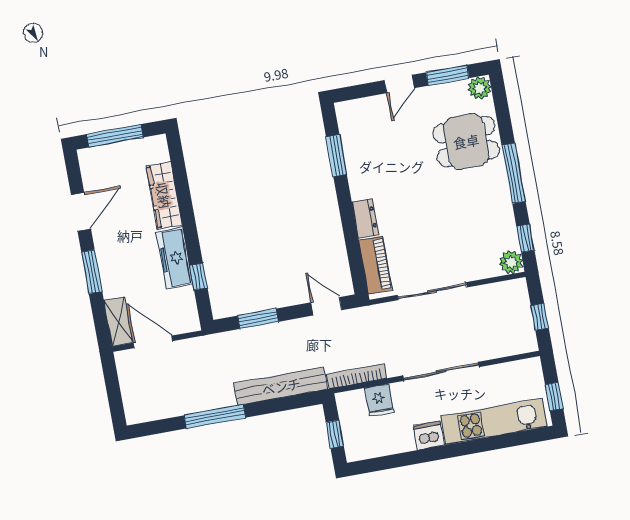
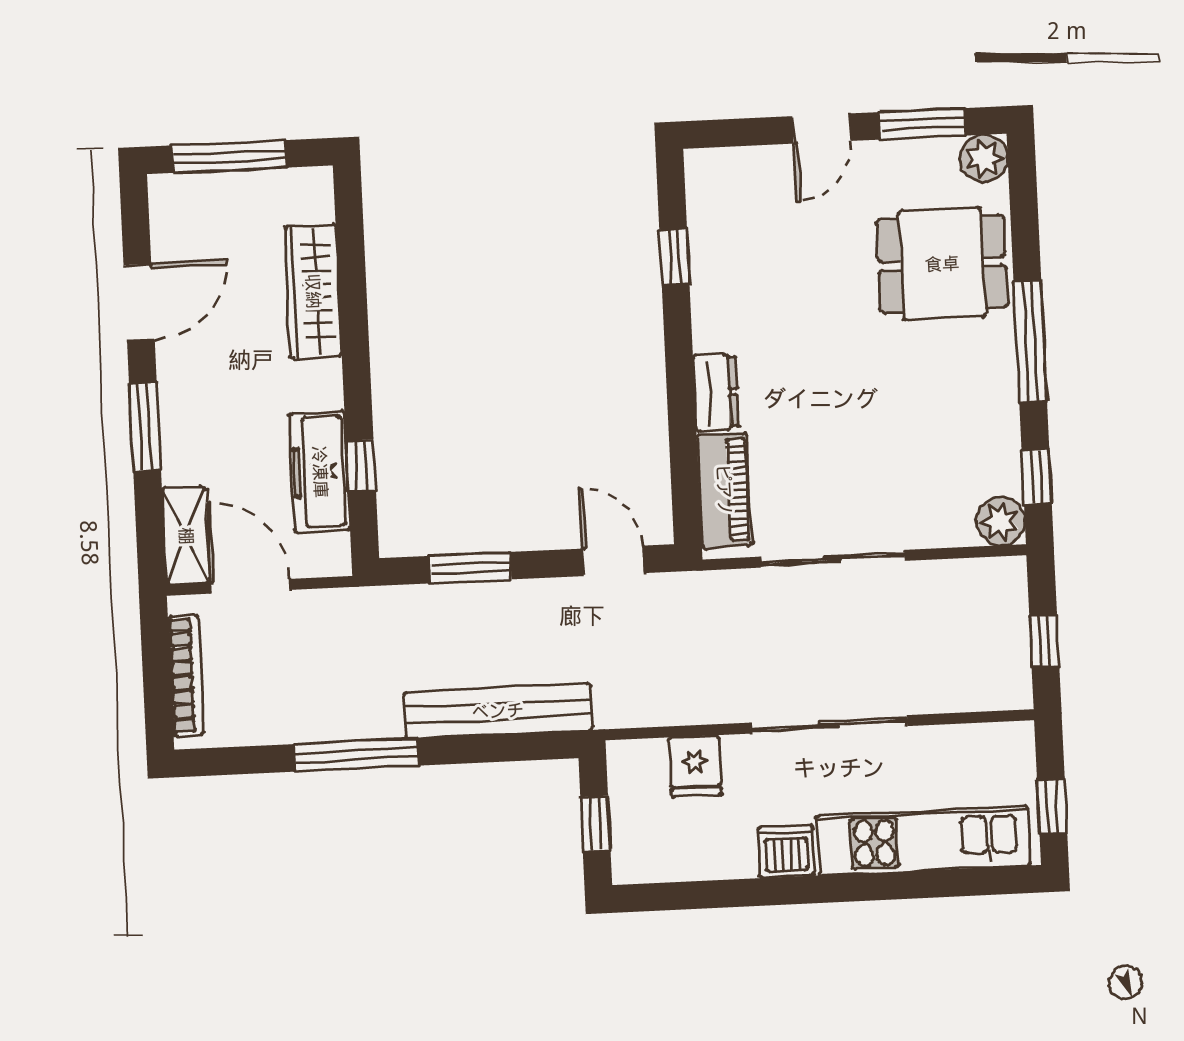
window: (336, 156) -> (674, 257), width x0.67
freezer: (175, 258) -> (320, 472), moved
bookcase: (357, 376) -> (186, 675), moved, turned 90

